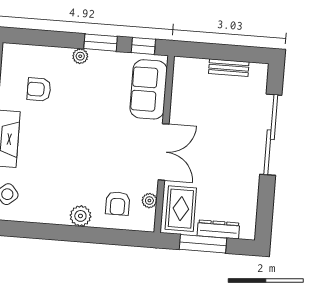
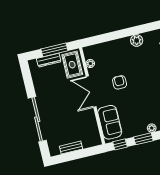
armchair: (118, 203) -> (120, 82), moved
plant: (80, 216) -> (137, 40), moved

